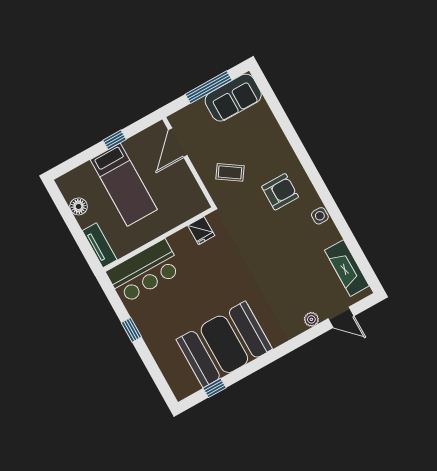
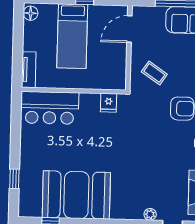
floor lamp: (79, 206) -> (31, 13), moved
window: (131, 330) -> (14, 179), moved

